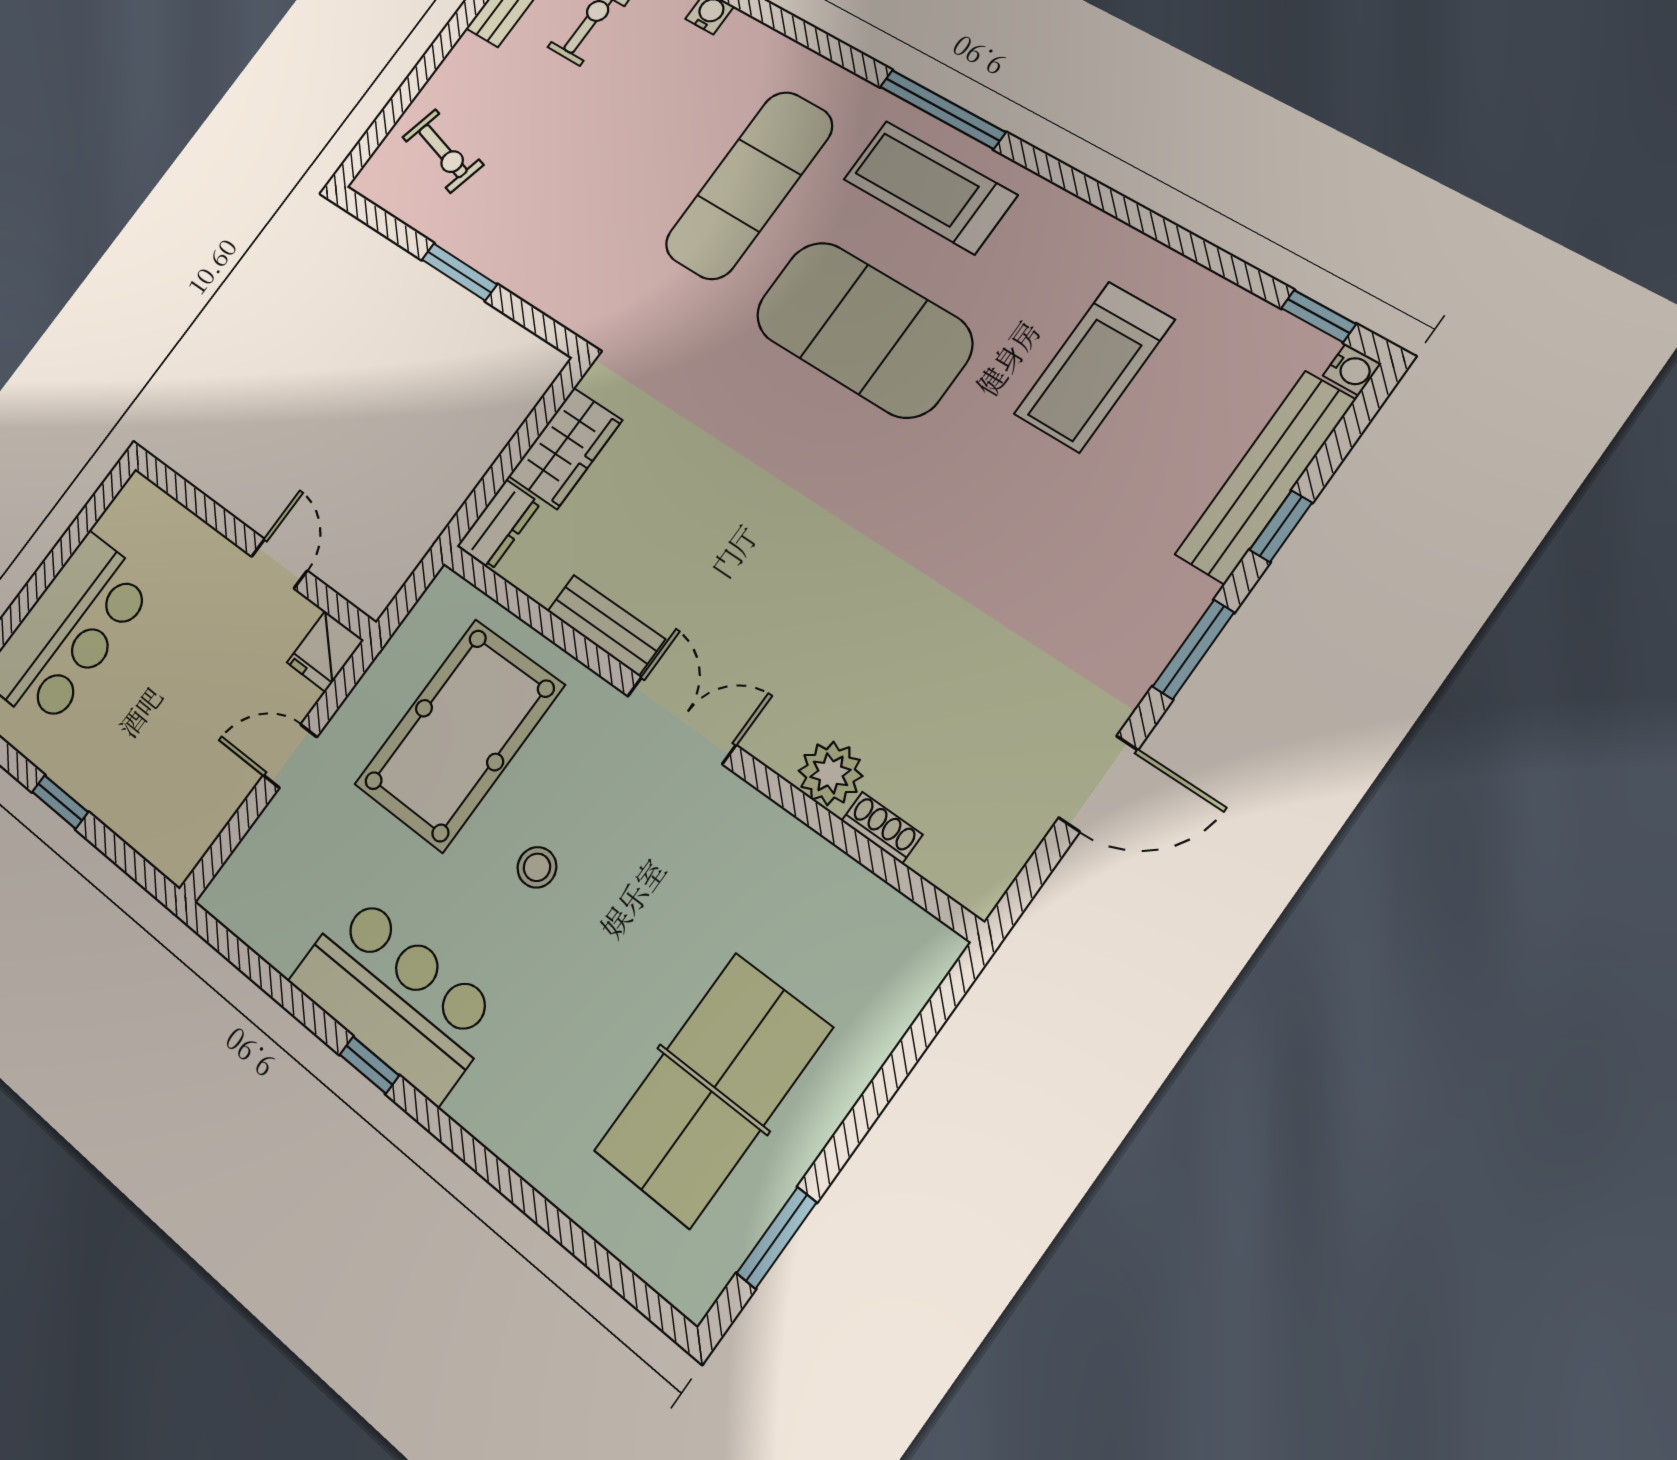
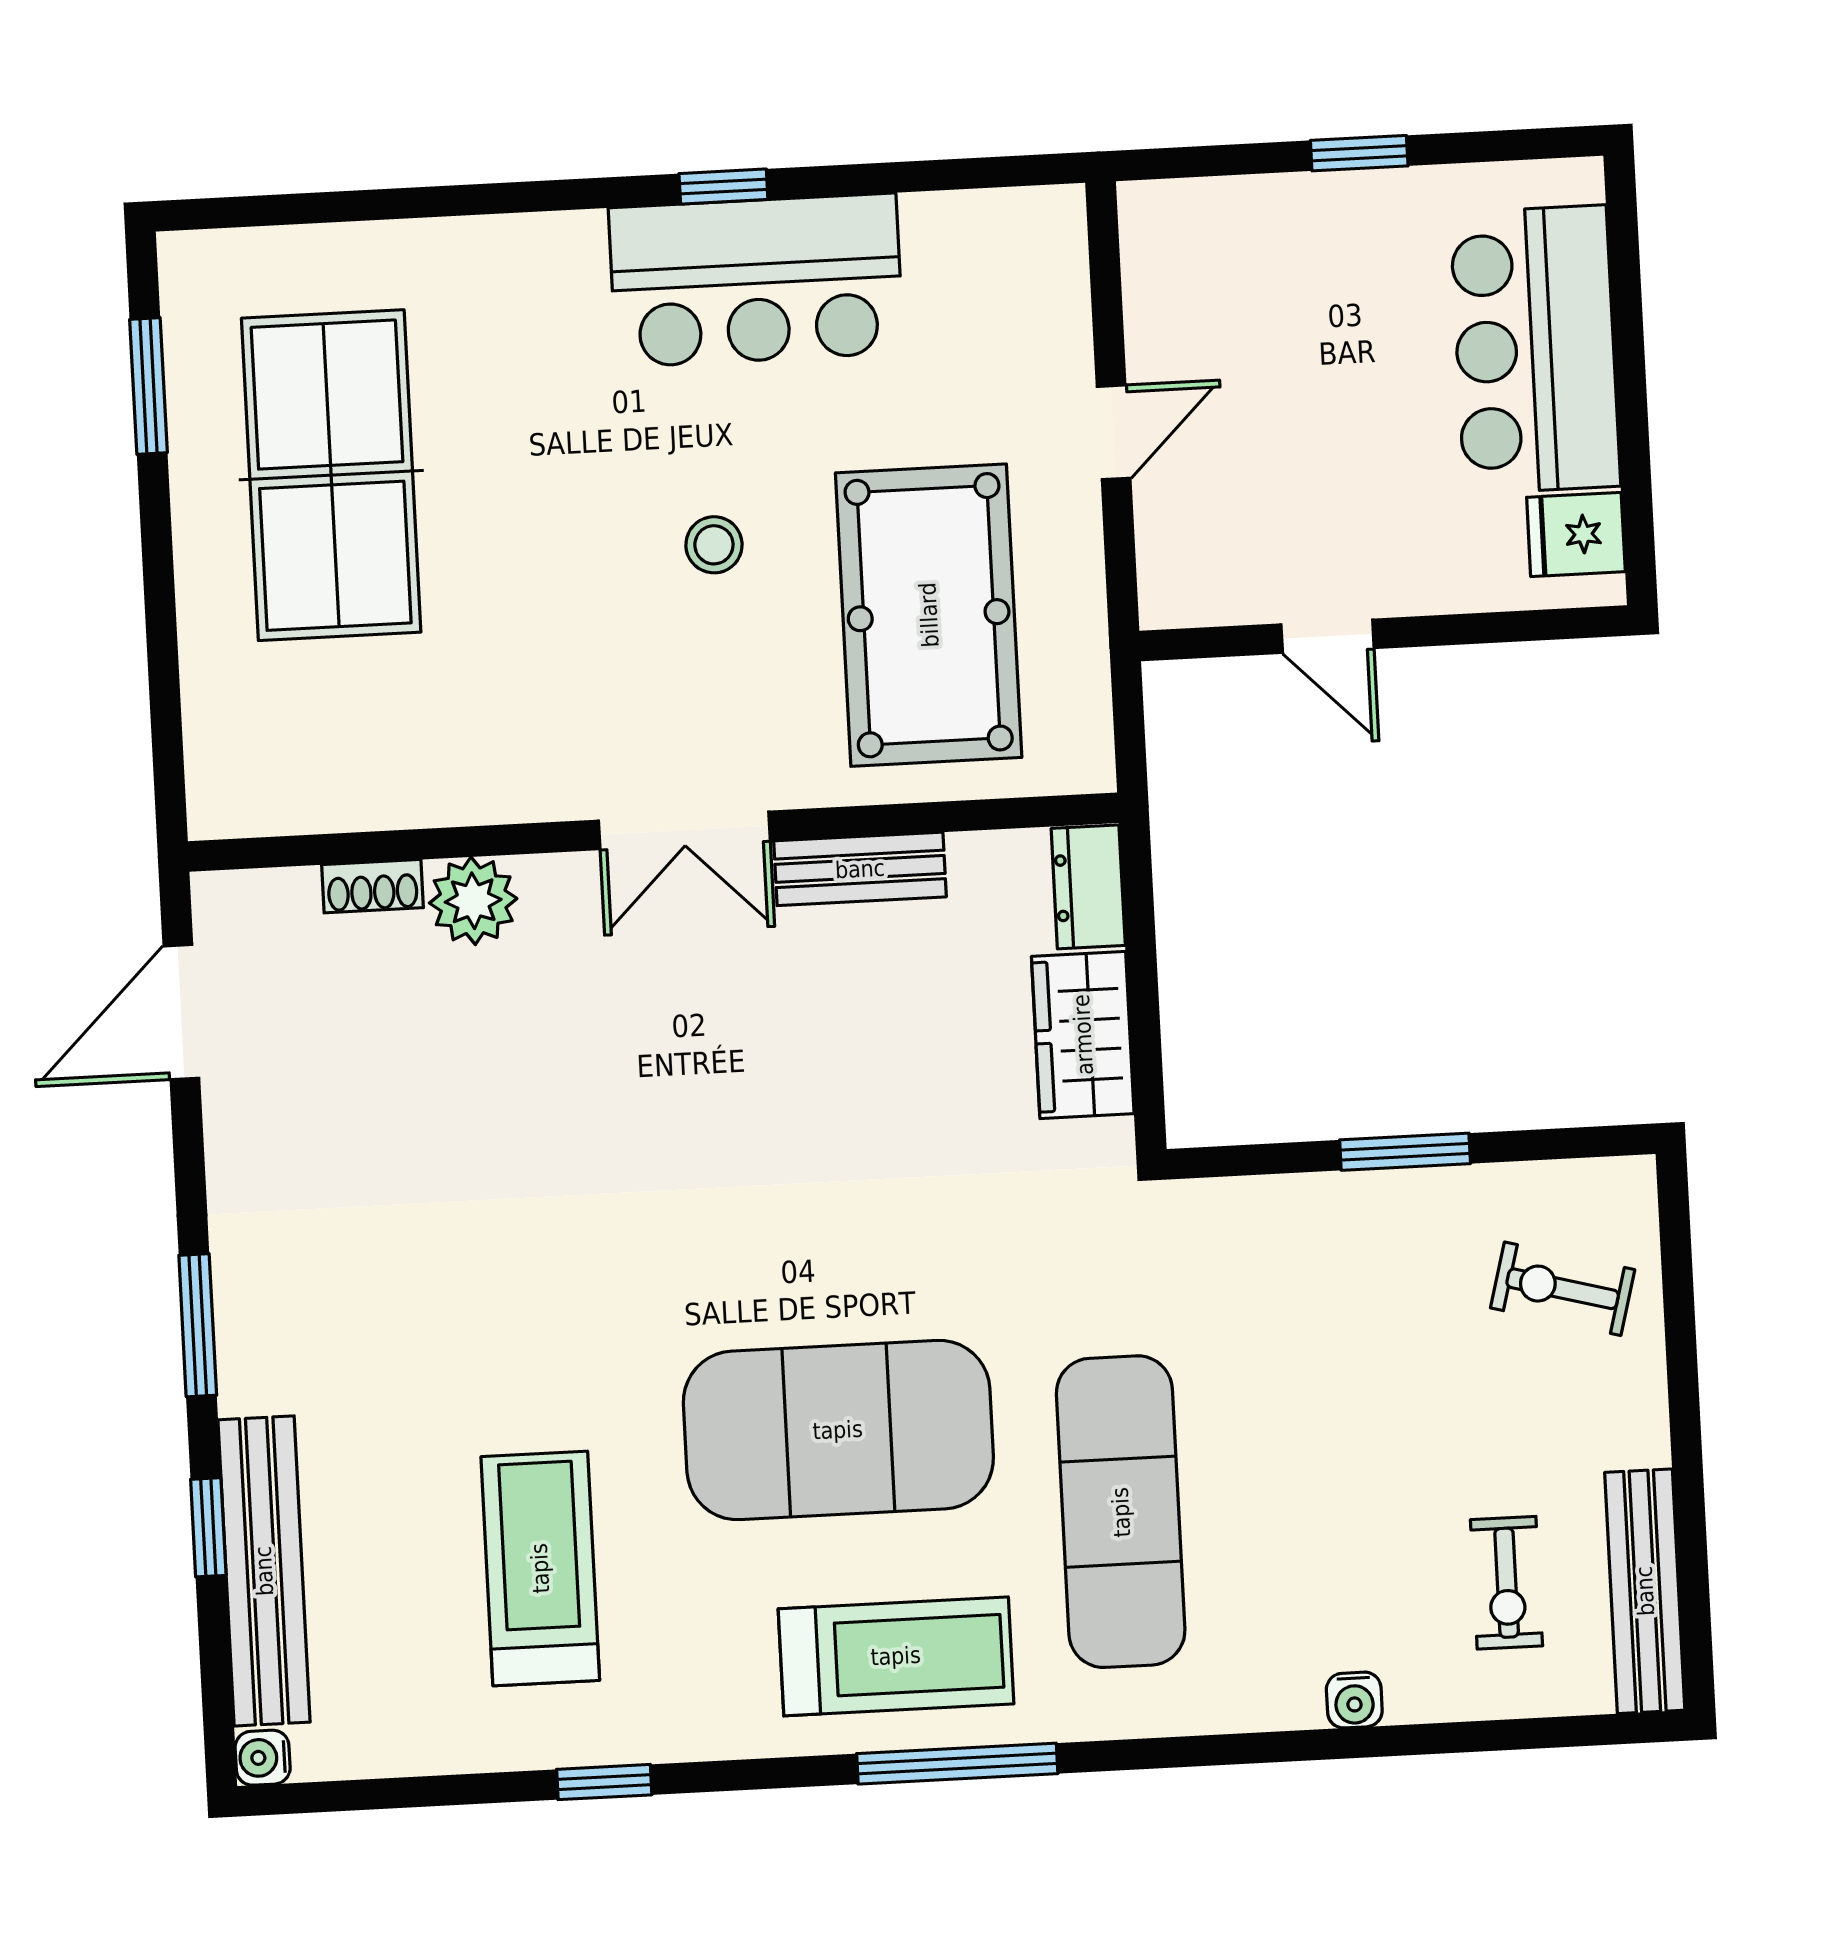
window: (1319, 316) -> (604, 1782), moved
fridge: (325, 651) -> (1576, 534), moved, turned -90
door: (1098, 784) -> (181, 1012), moved

